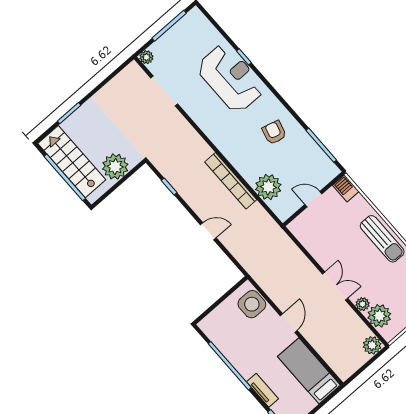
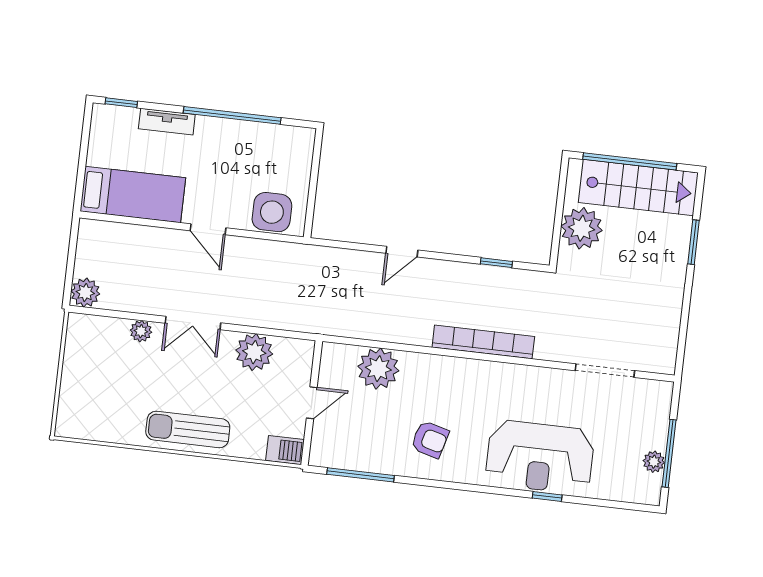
plant: (146, 57) -> (654, 462), moved
bookcase: (231, 181) -> (483, 342), moved
plant: (379, 316) -> (254, 352), moved

